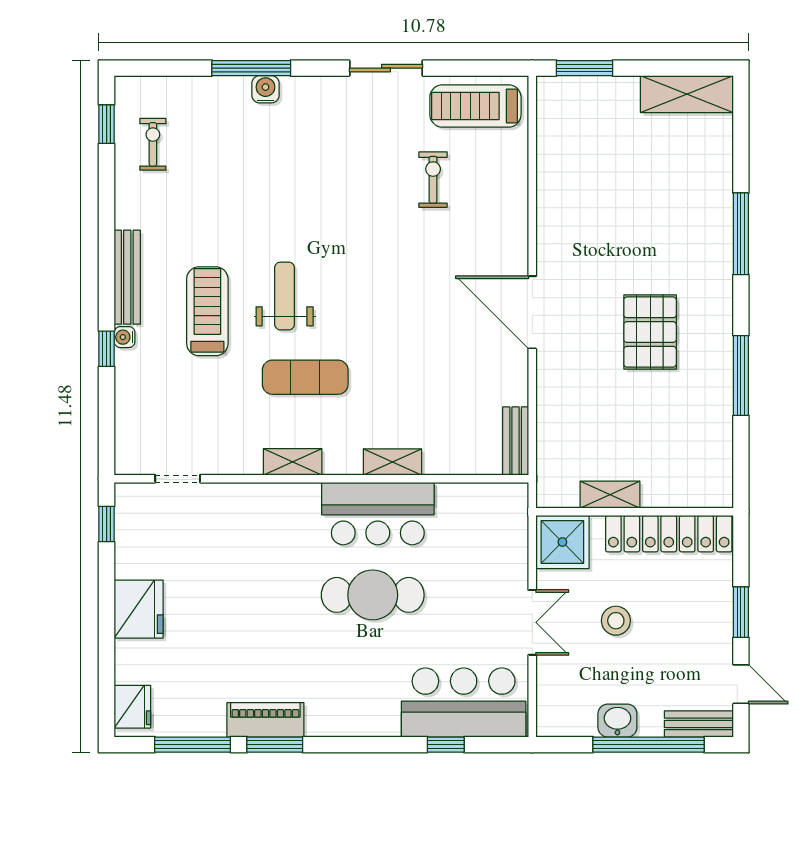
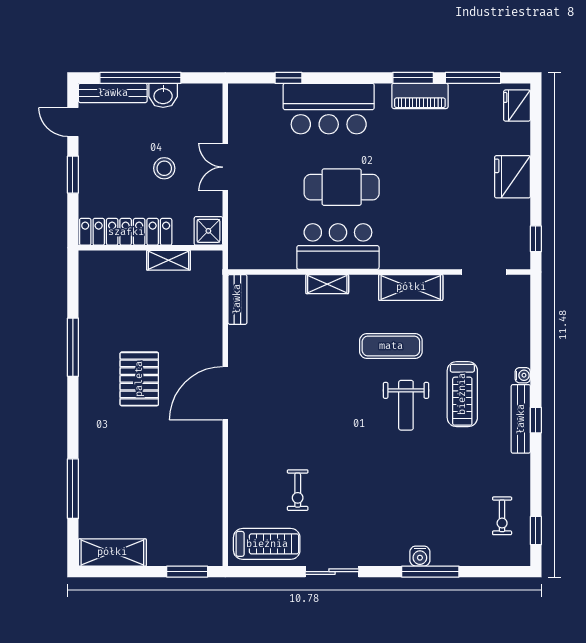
window: (741, 234) -> (73, 489), moved
door: (532, 312) -> (225, 393), swing flipped
window: (107, 349) -> (536, 420), moved
shelving: (293, 462) -> (411, 287), width x1.50, depth x1.33
doorway: (178, 479) -> (484, 272), width x1.38
shower: (562, 542) -> (208, 231), width x0.73, depth x0.73
bar counter: (464, 703) -> (329, 109), moved
bench: (699, 724) -> (113, 93), width x1.36

